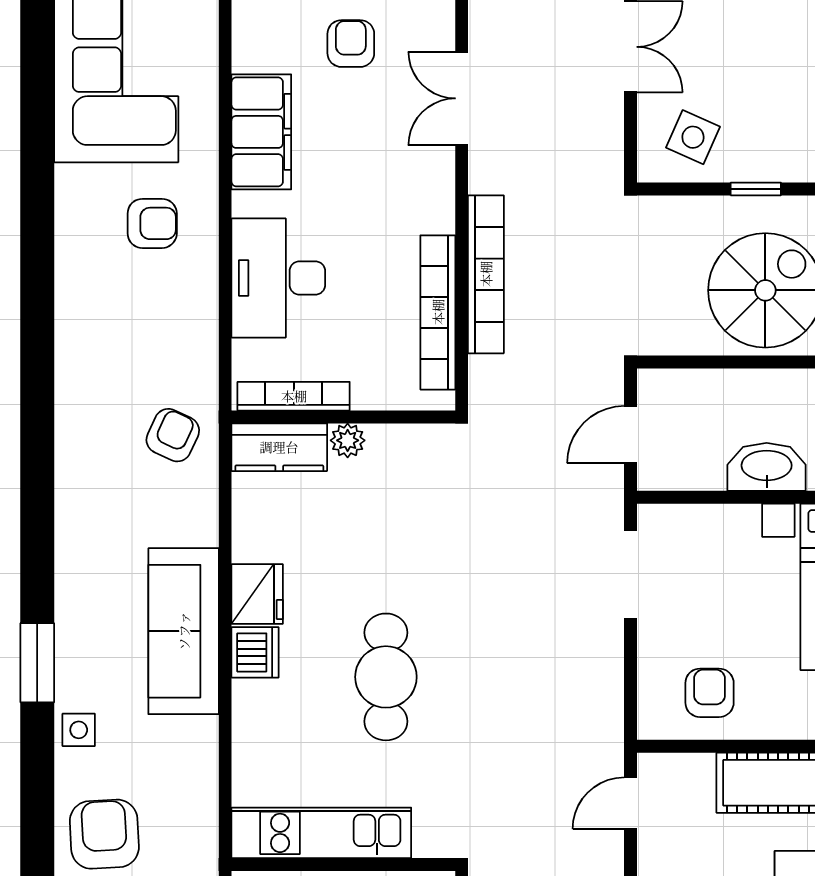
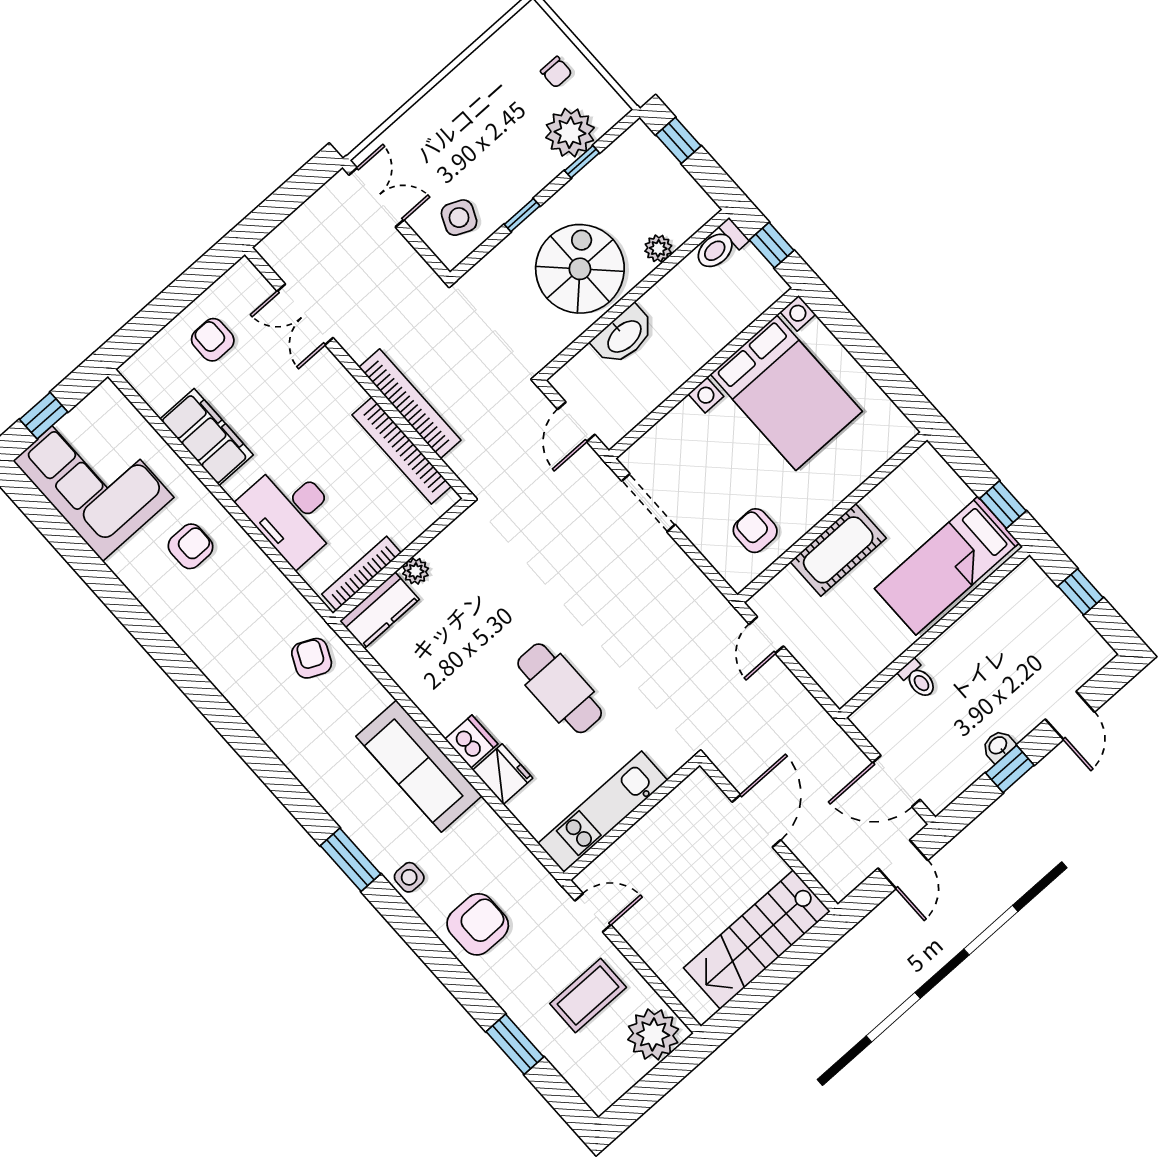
washbasin: (767, 467) -> (624, 336), moved, turned 180
fridge: (257, 594) -> (503, 774), moved
armchair: (104, 834) -> (478, 924), turned 93

